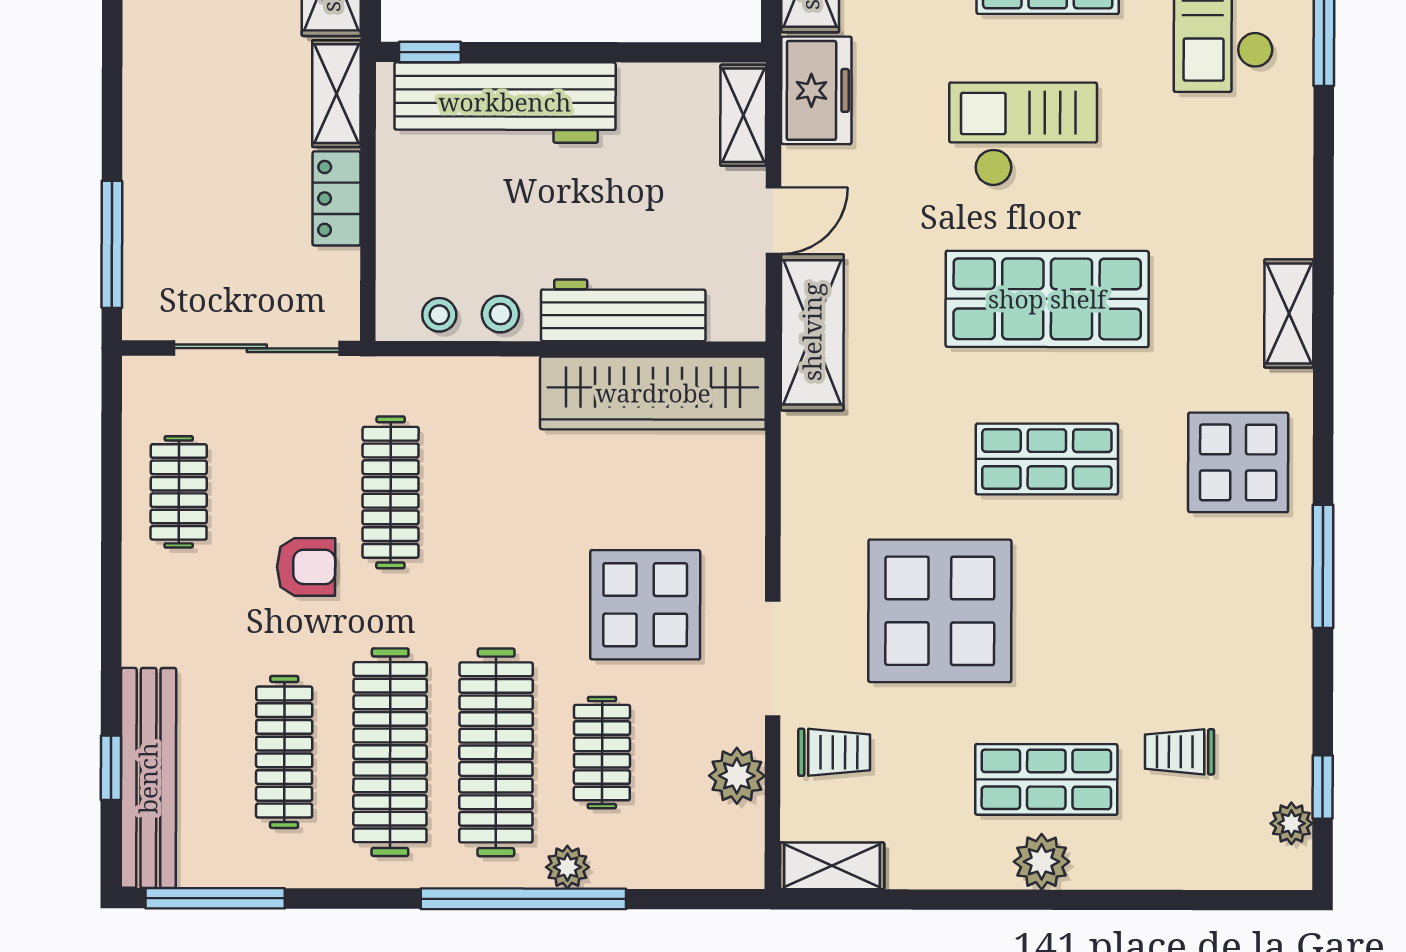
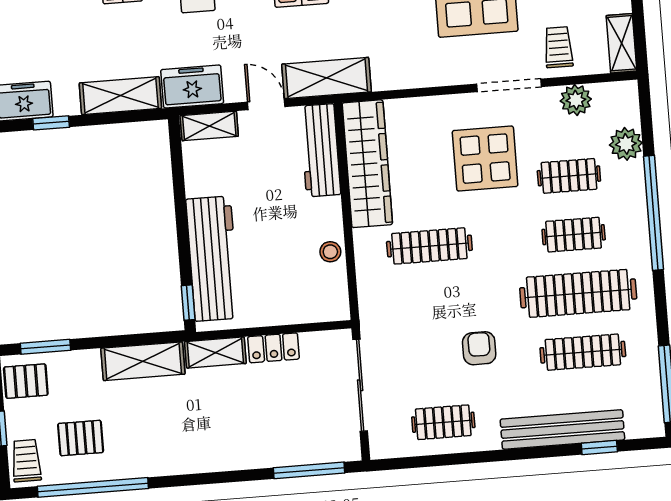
workbench: (623, 310) -> (320, 150), moved
stool: (439, 315) -> (333, 286), removed
clothes rail: (391, 492) -> (429, 246), moved
clothes rail: (496, 752) -> (574, 235), width x0.54, depth x0.76
bench: (148, 778) -> (562, 429), moved
plant: (567, 867) -> (626, 144), moved, width x1.38, depth x1.38

